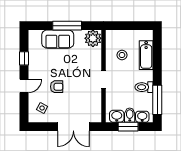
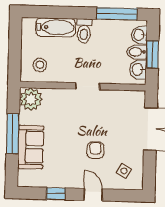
stool: (122, 55) -> (40, 65), moved
toilet: (144, 87) -> (84, 31), moved

